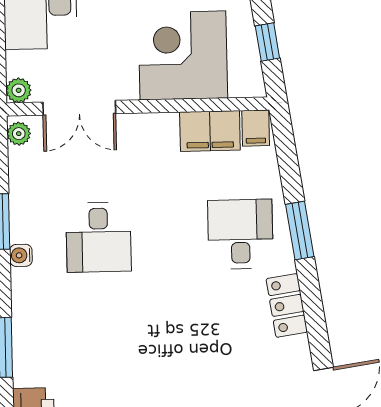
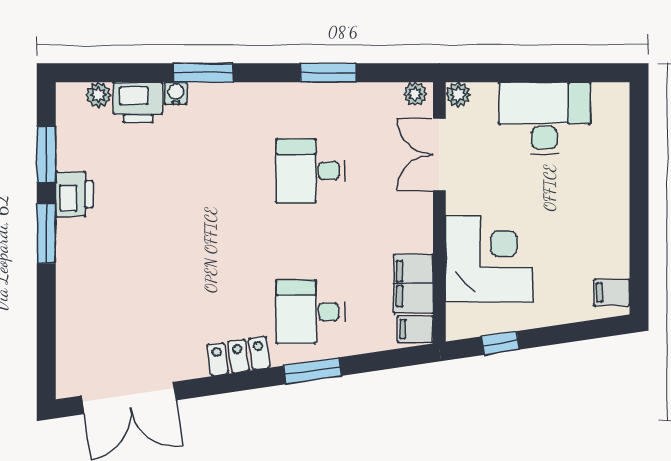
desk: (240, 234) -> (310, 312), turned 180
water cooler: (21, 255) -> (176, 93), moved

